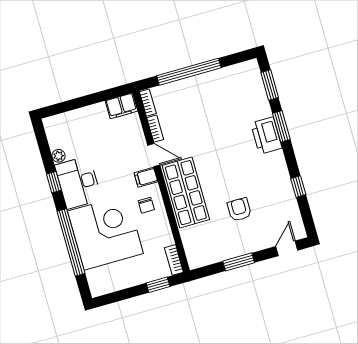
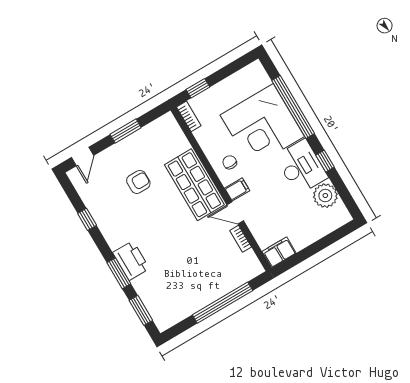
bookcase: (148, 103) -> (254, 262), removed
plant: (58, 156) -> (325, 196), width x1.88, depth x1.88
armchair: (239, 210) -> (138, 182), turned -90

